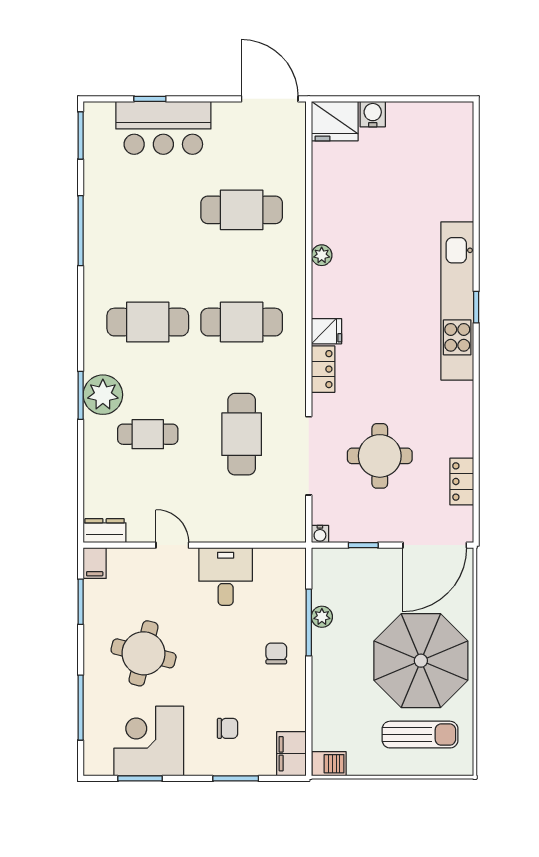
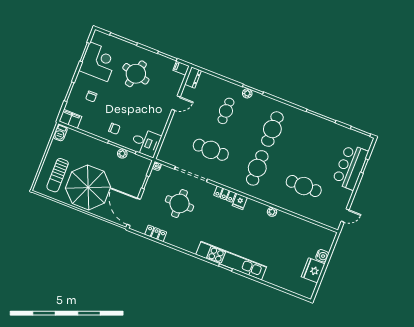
door: (270, 99) -> (345, 216), width x0.53
fridge: (335, 121) -> (313, 270), moved
cafe table: (242, 210) -> (304, 186), turned 90
plant: (103, 395) -> (247, 93), width x0.53, depth x0.53
desk: (226, 577) -> (146, 142), moved

